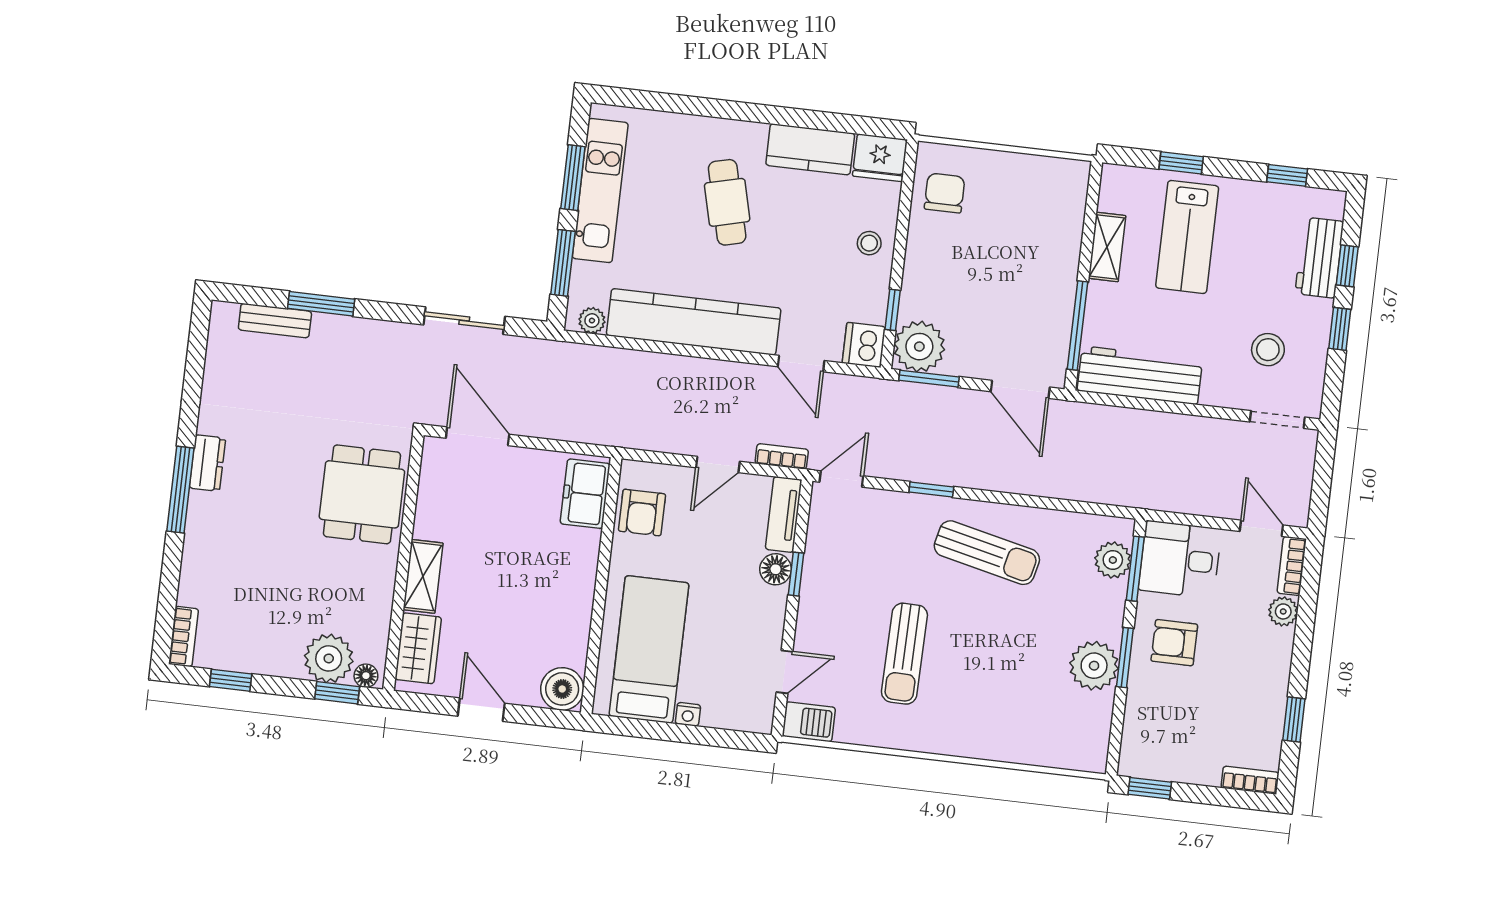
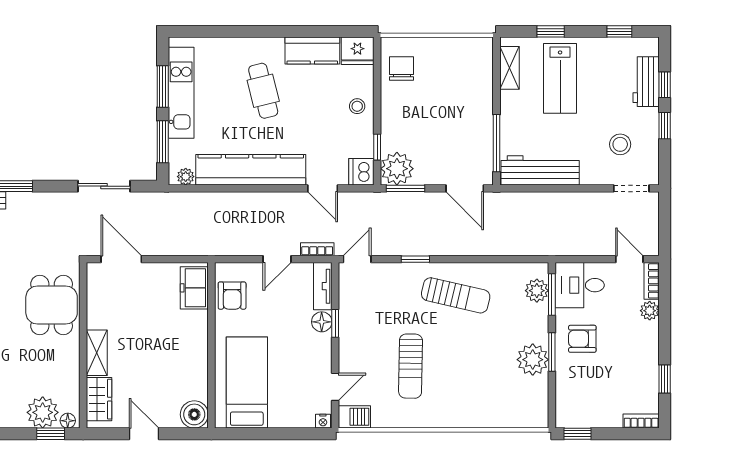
shelving: (1107, 247) -> (510, 68), moved
nightstand: (688, 714) -> (323, 421), moved

